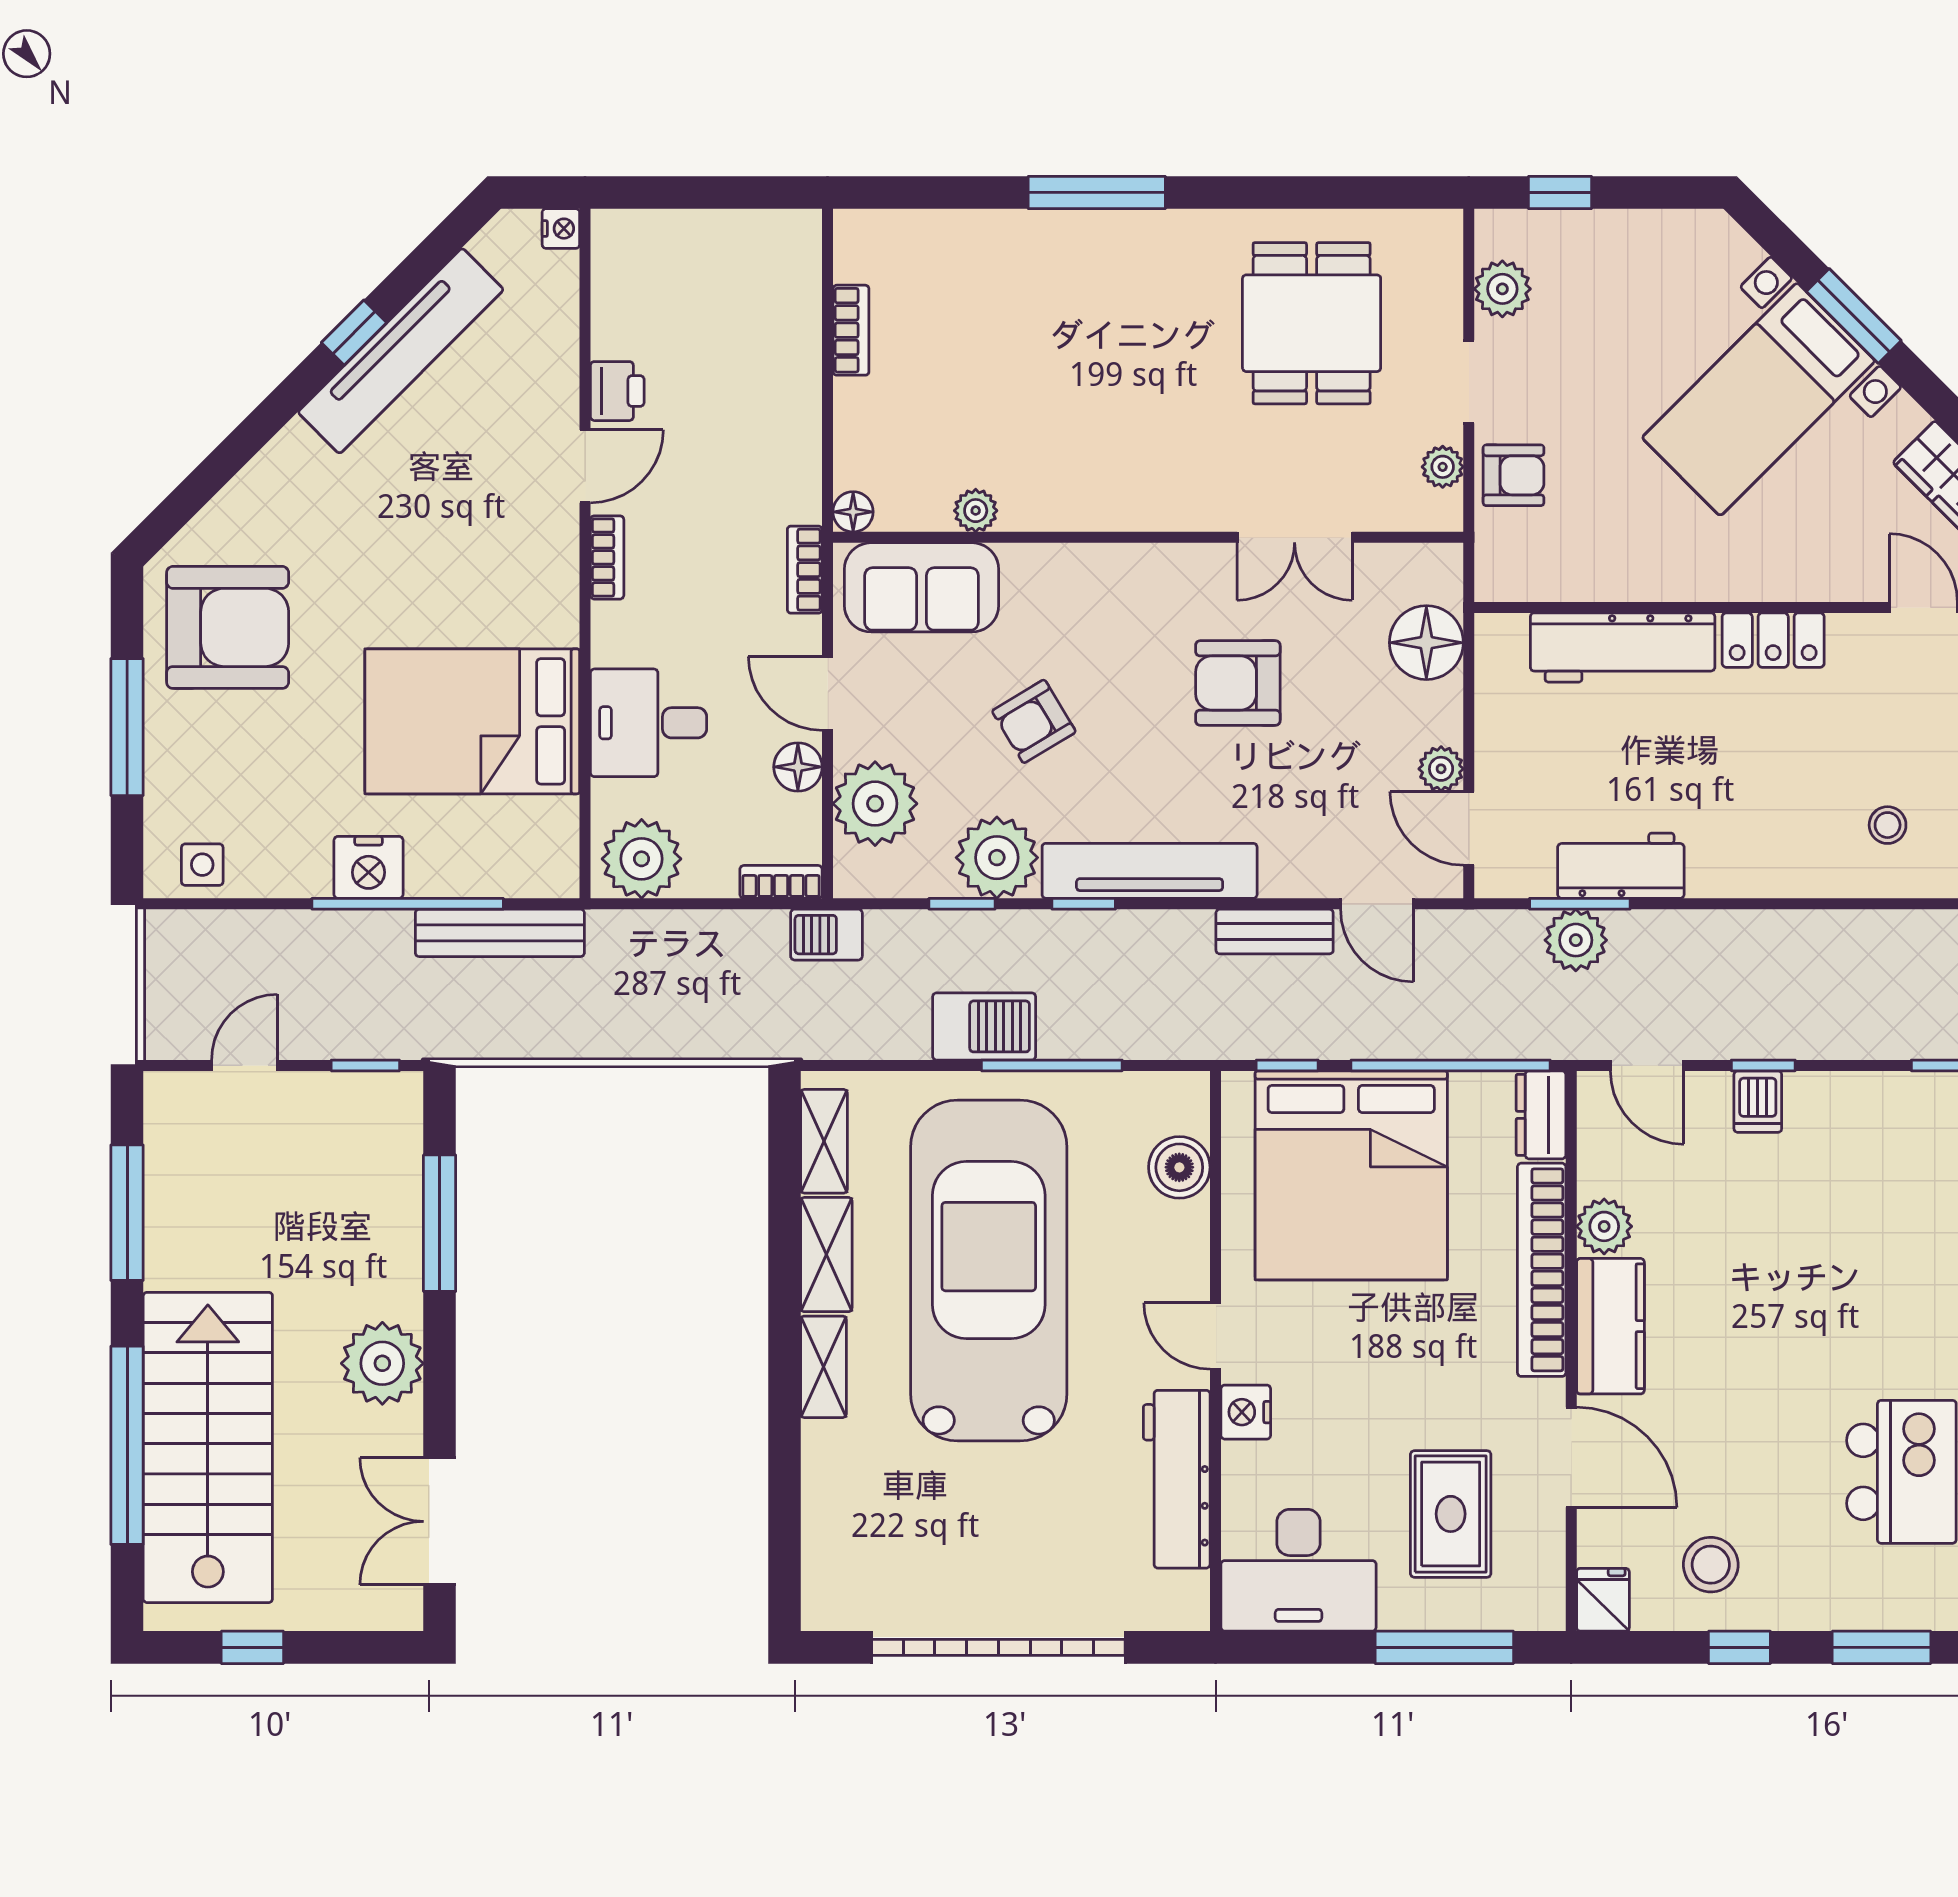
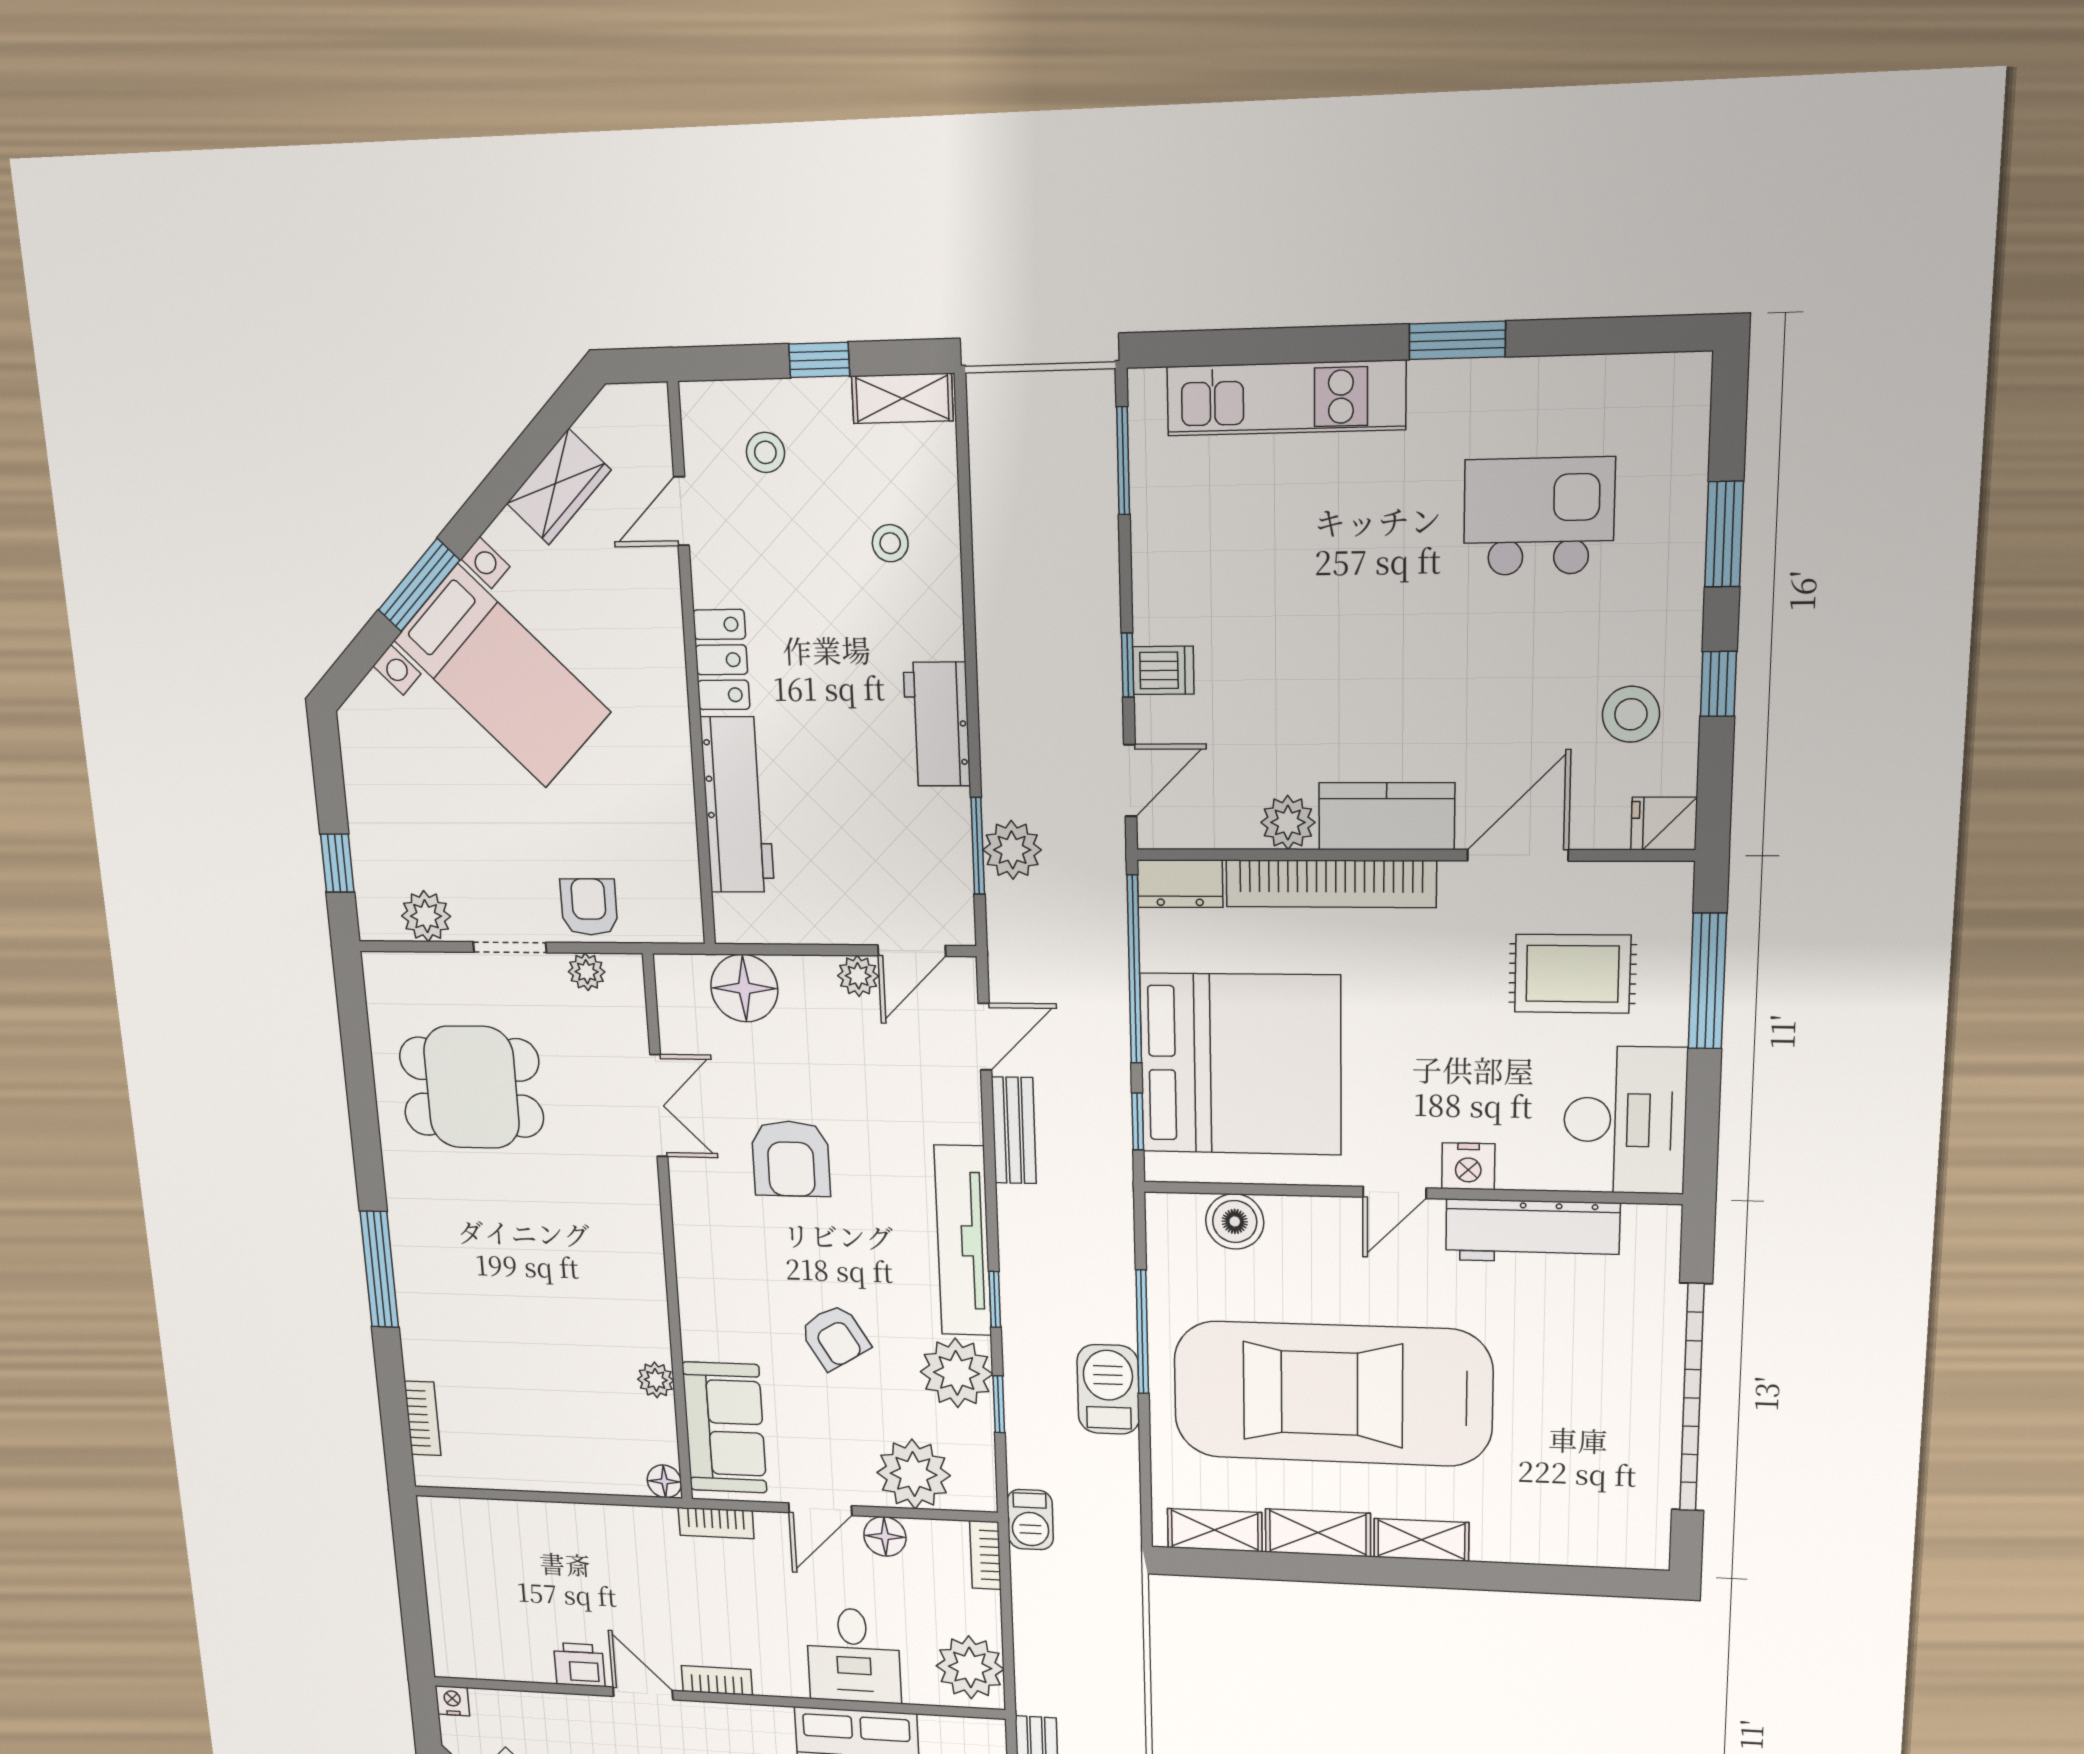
bookcase: (851, 330) -> (423, 1418), moved, turned 90
workbench: (1621, 866) -> (937, 724), moved

